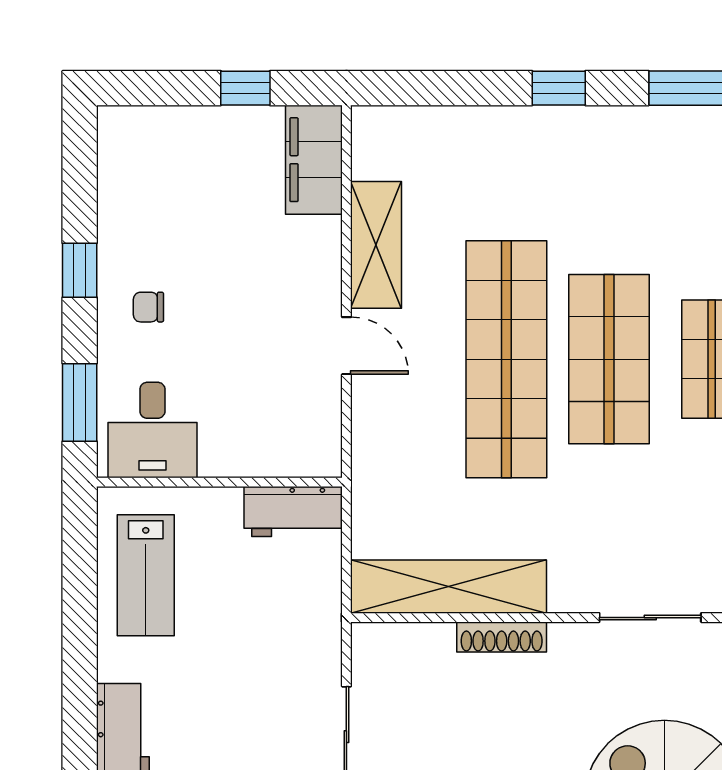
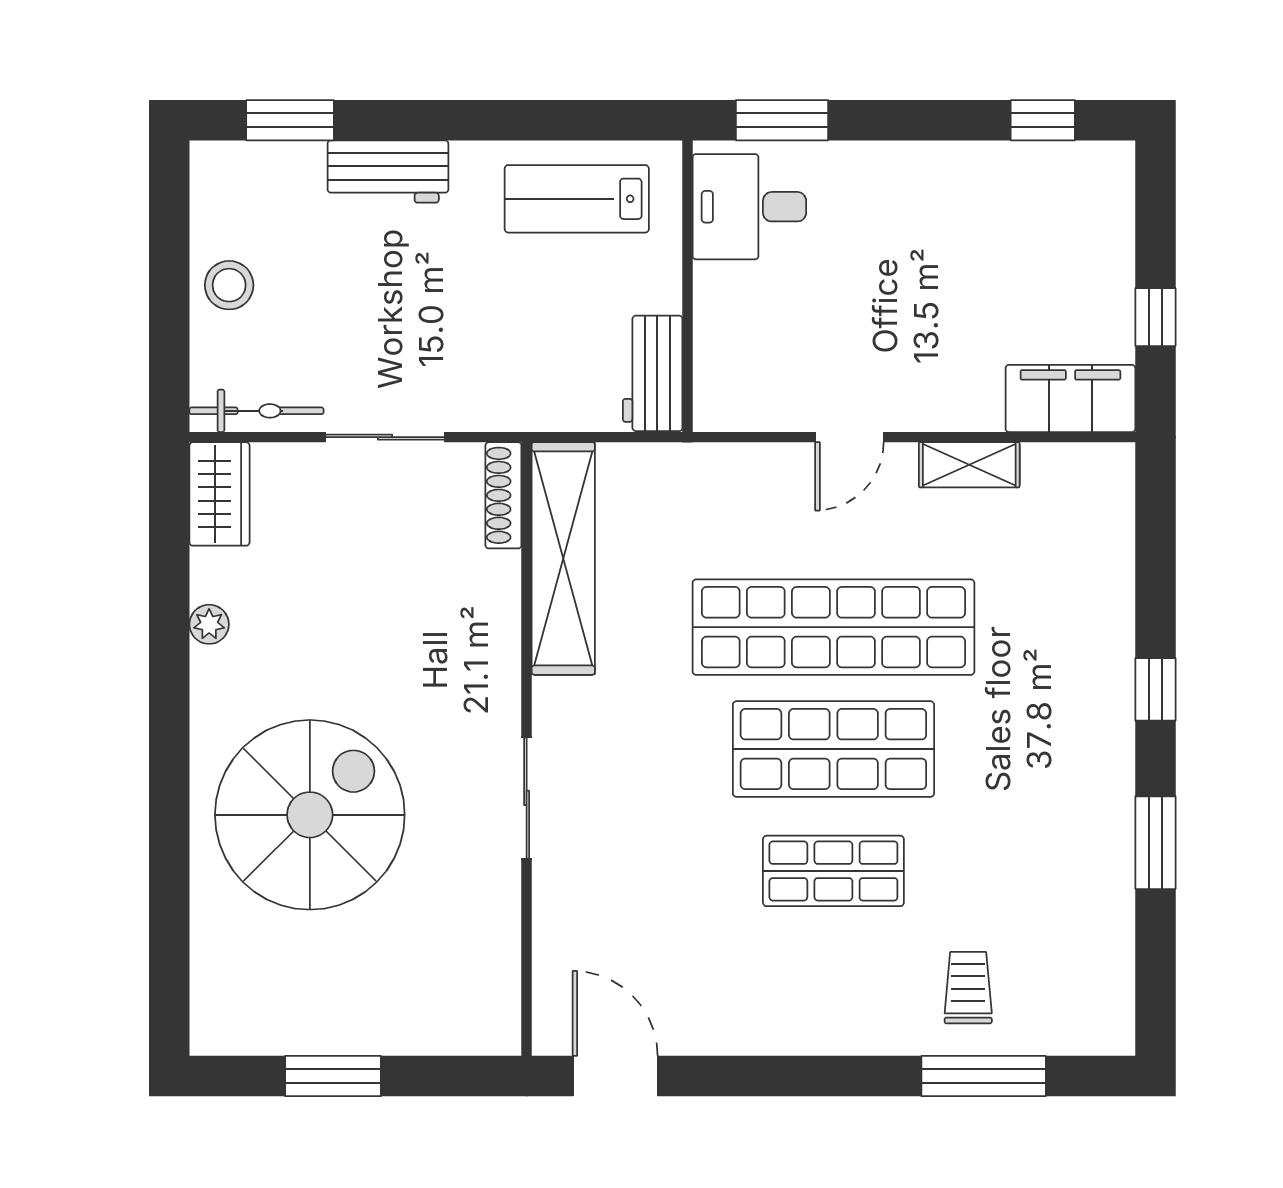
shelving: (376, 245) -> (969, 465), width x0.67, depth x0.75
window: (80, 270) -> (1043, 120), moved
chair: (148, 307) -> (895, 202), removed
shoe rack: (502, 637) -> (503, 495), moved

